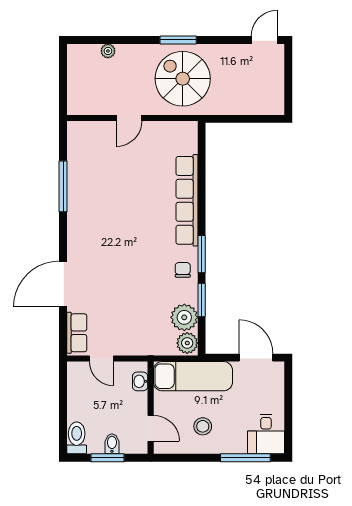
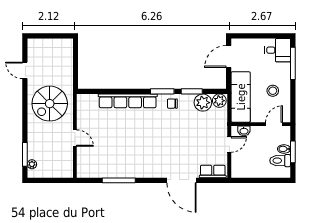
window: (178, 40) -> (25, 154), moved
door: (264, 40) -> (25, 70), moved
plant: (108, 51) -> (32, 164), moved
door: (101, 359) -> (229, 144), moved
toilet: (77, 438) -> (280, 161), moved

